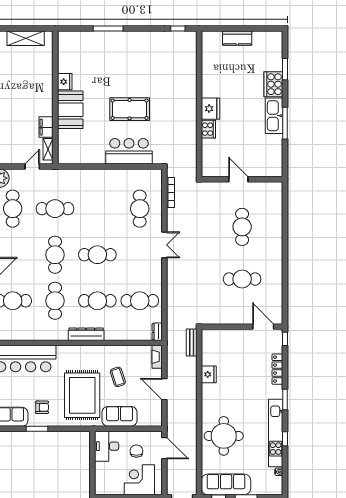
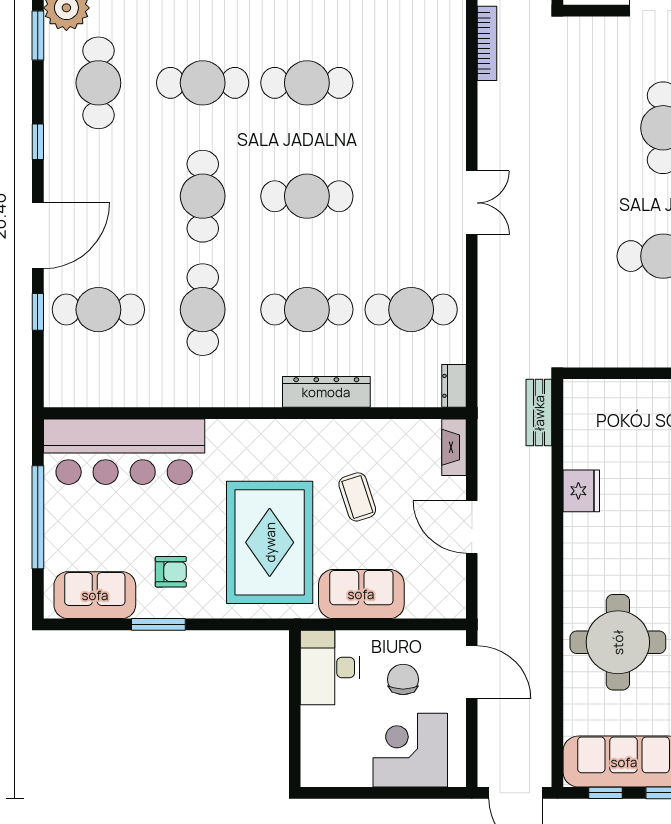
cafe table: (140, 209) -> (307, 83), moved, turned 90
double door: (164, 245) -> (472, 203), moved
dresser: (86, 334) -> (326, 392), moved

